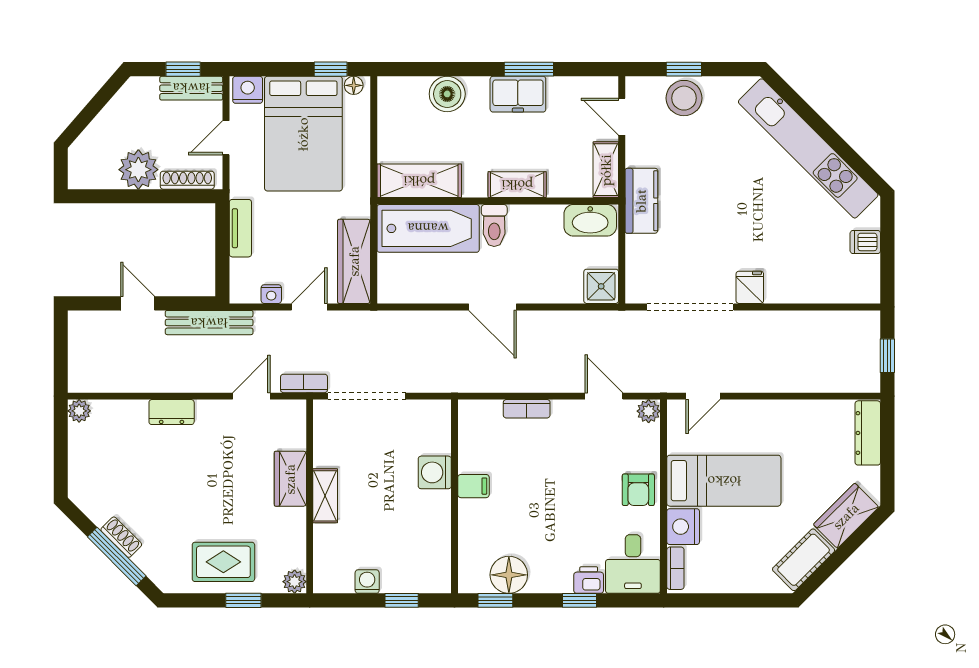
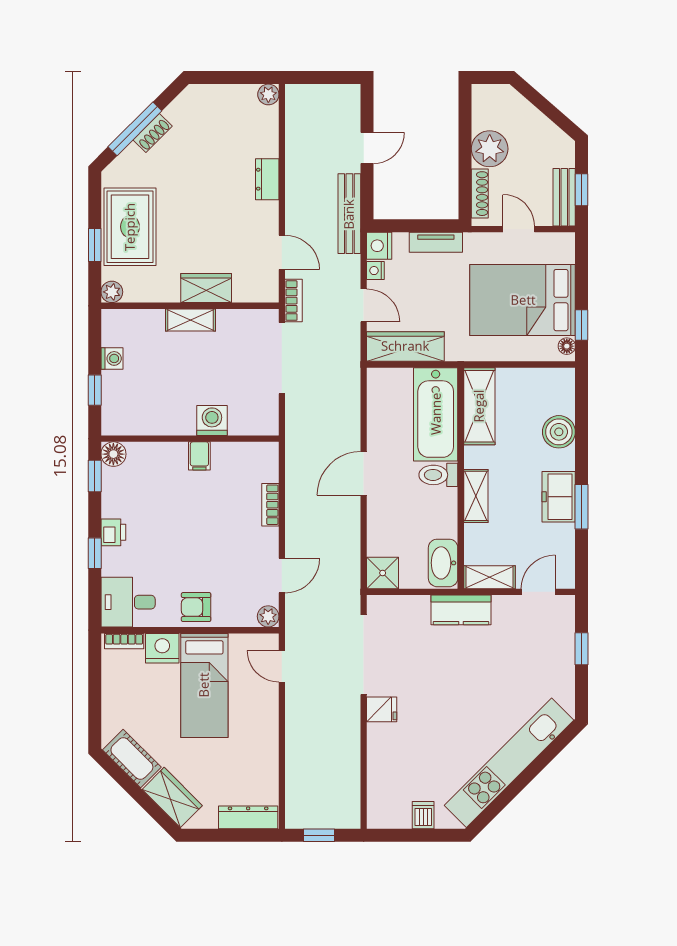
nightstand: (248, 90) -> (379, 246), moved, turned 180
stool: (684, 98) -> (555, 649), removed
rug: (223, 562) -> (130, 227), width x1.36, depth x1.43
floor lamp: (509, 575) -> (113, 454), moved, width x0.73, depth x0.73
printer: (589, 580) -> (113, 532), moved

